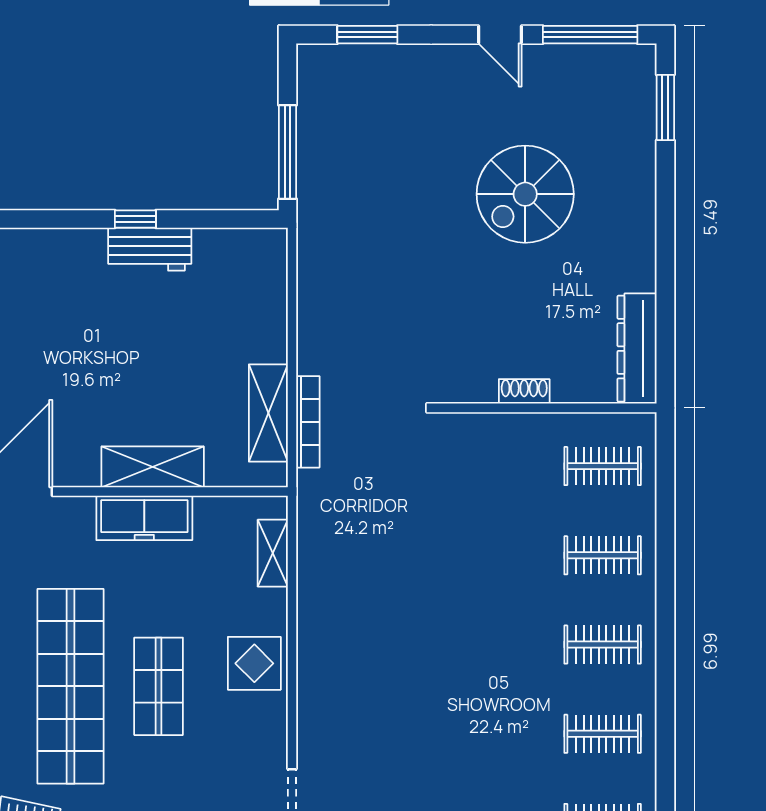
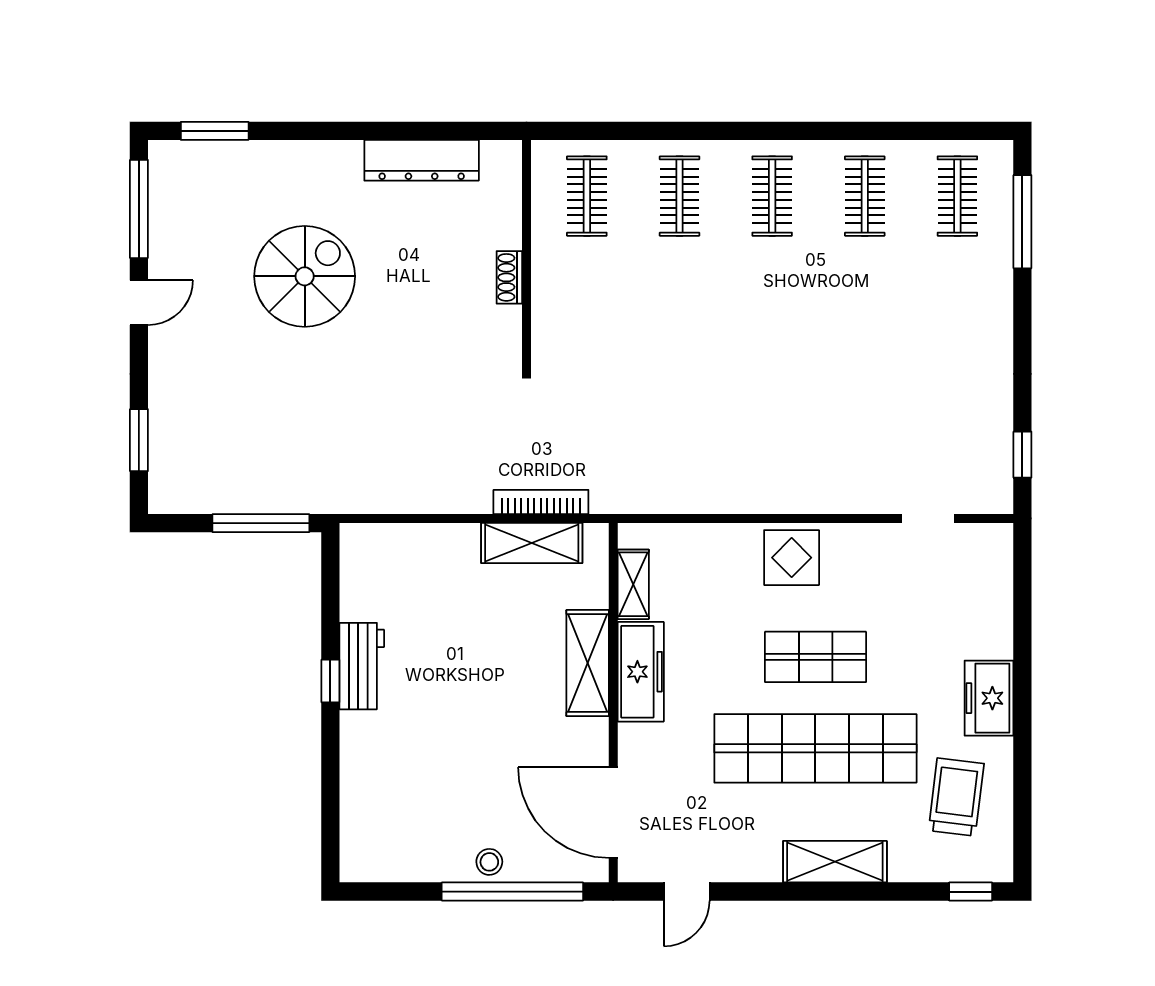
spiral stairs: (525, 194) -> (305, 276), turned -90
dresser: (637, 349) -> (422, 160), moved
shelving: (273, 553) -> (633, 584), moved, turned 90

